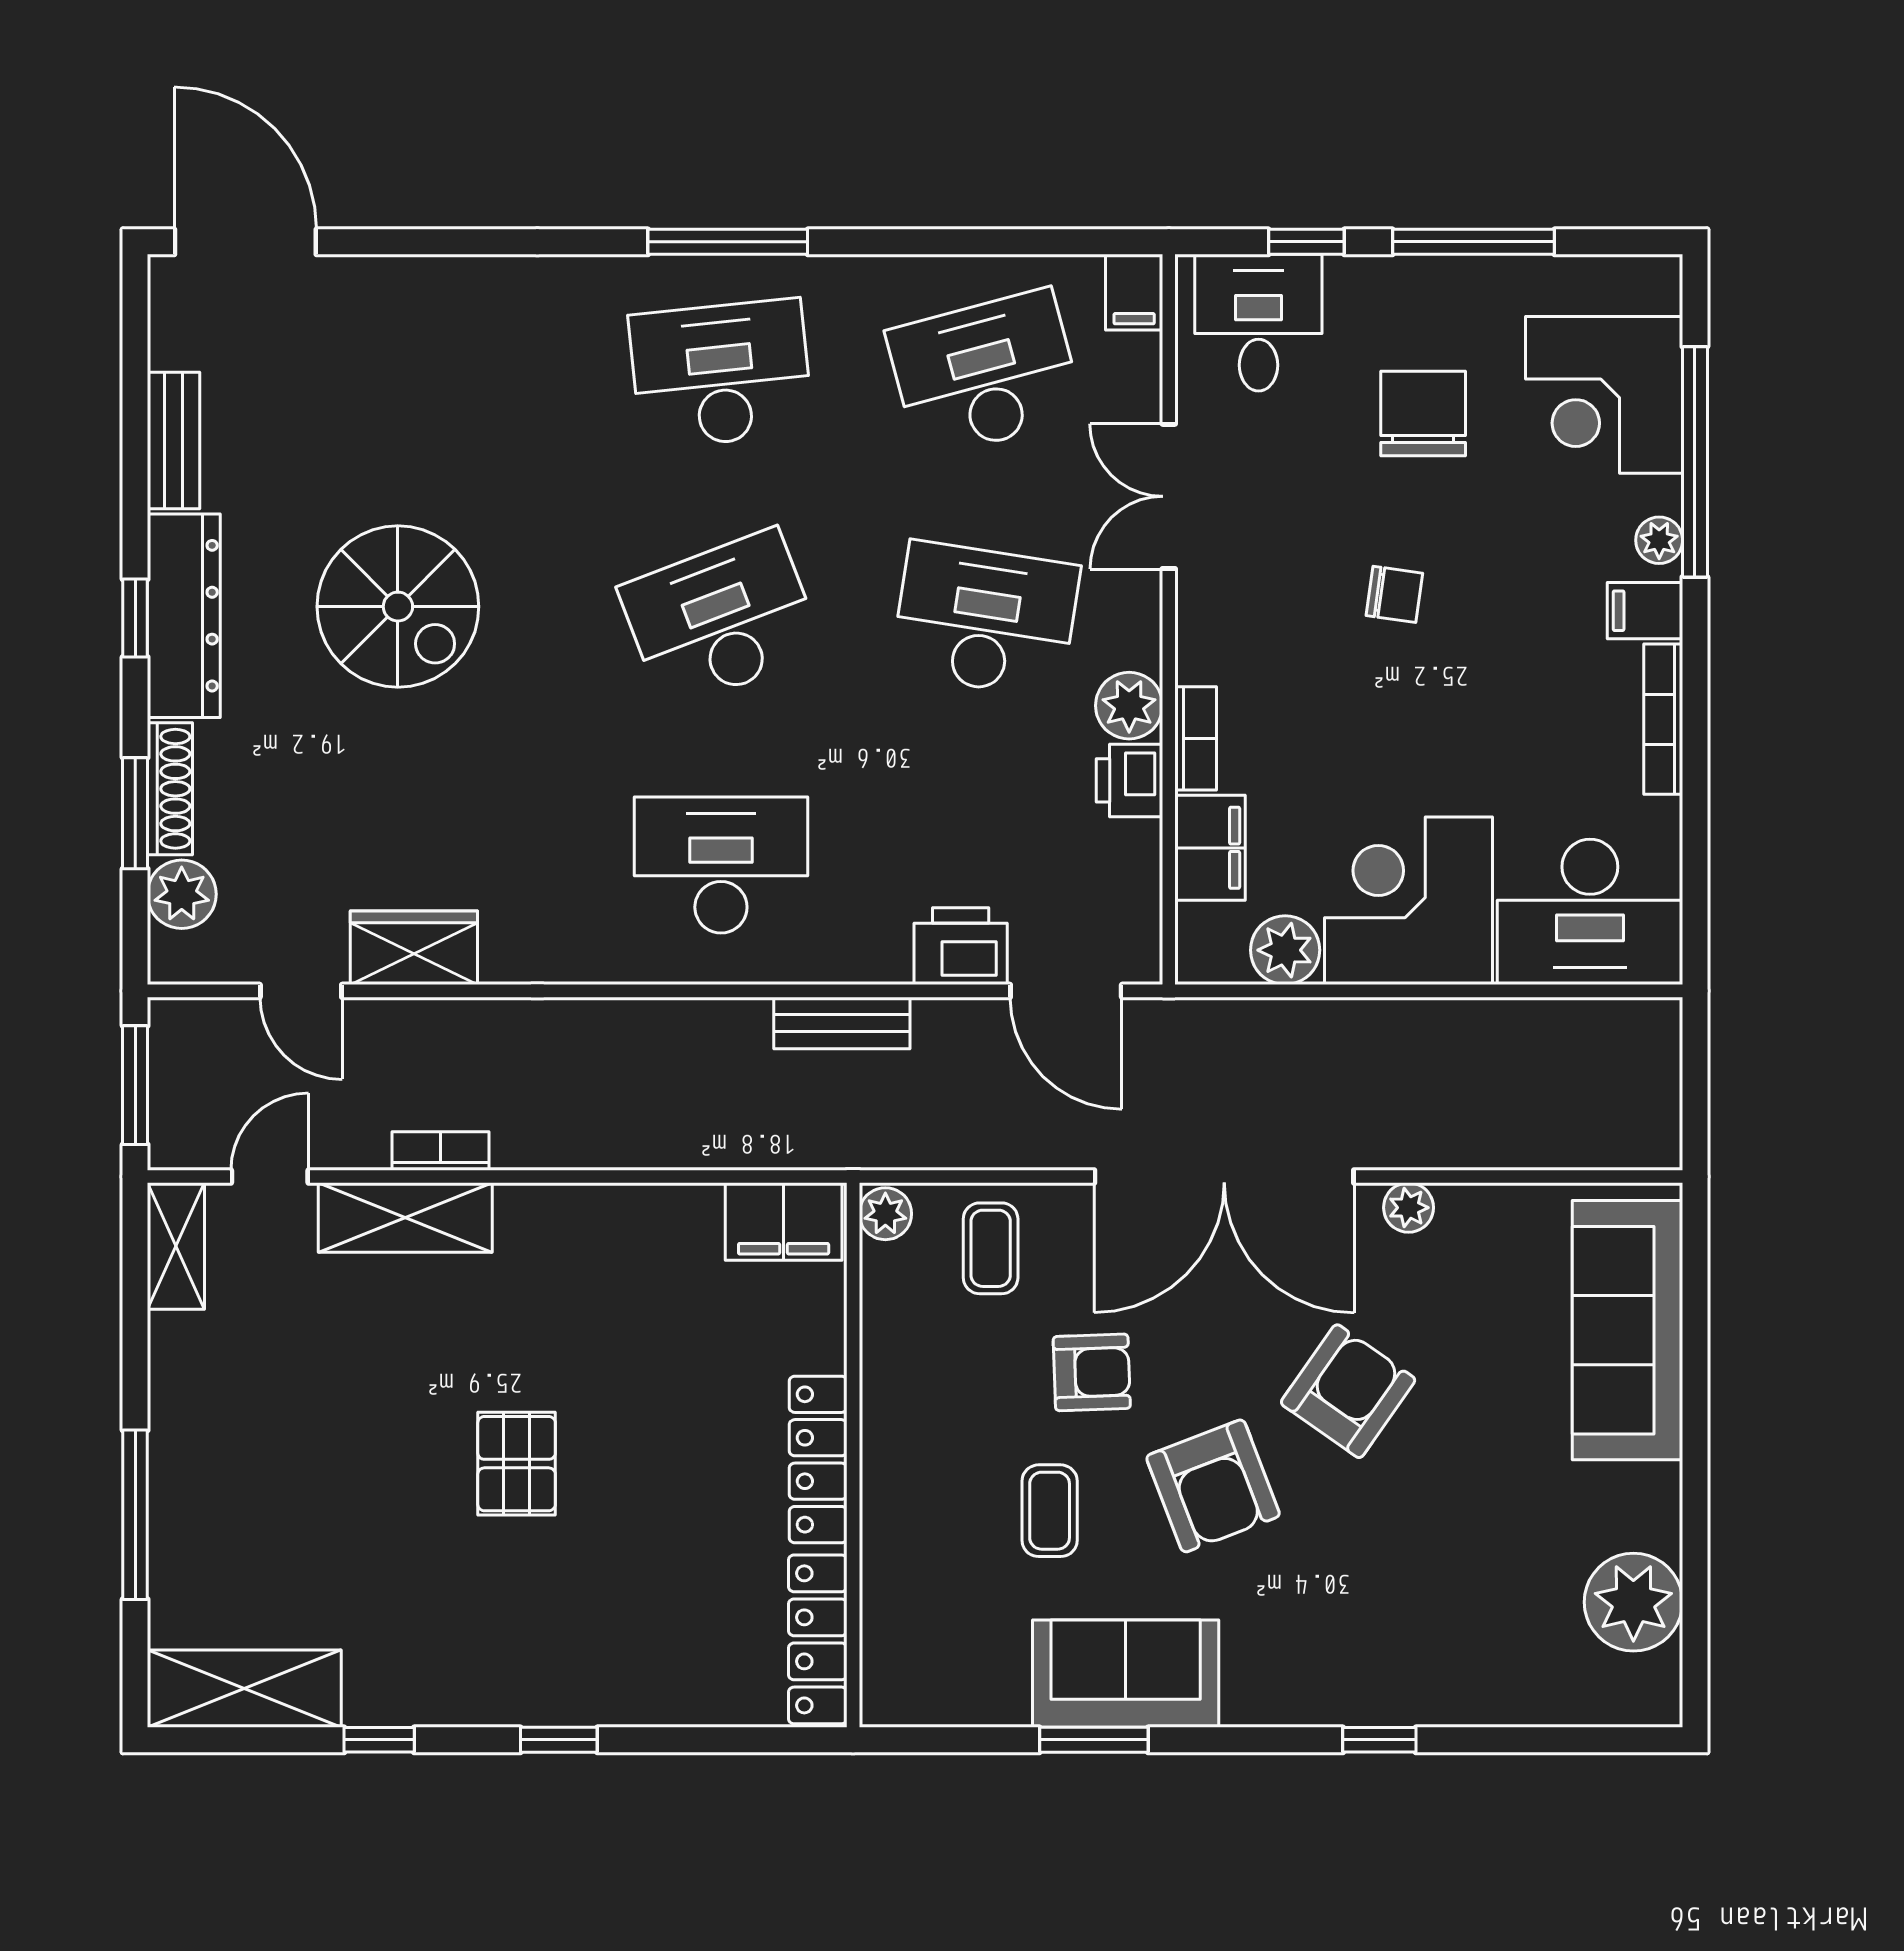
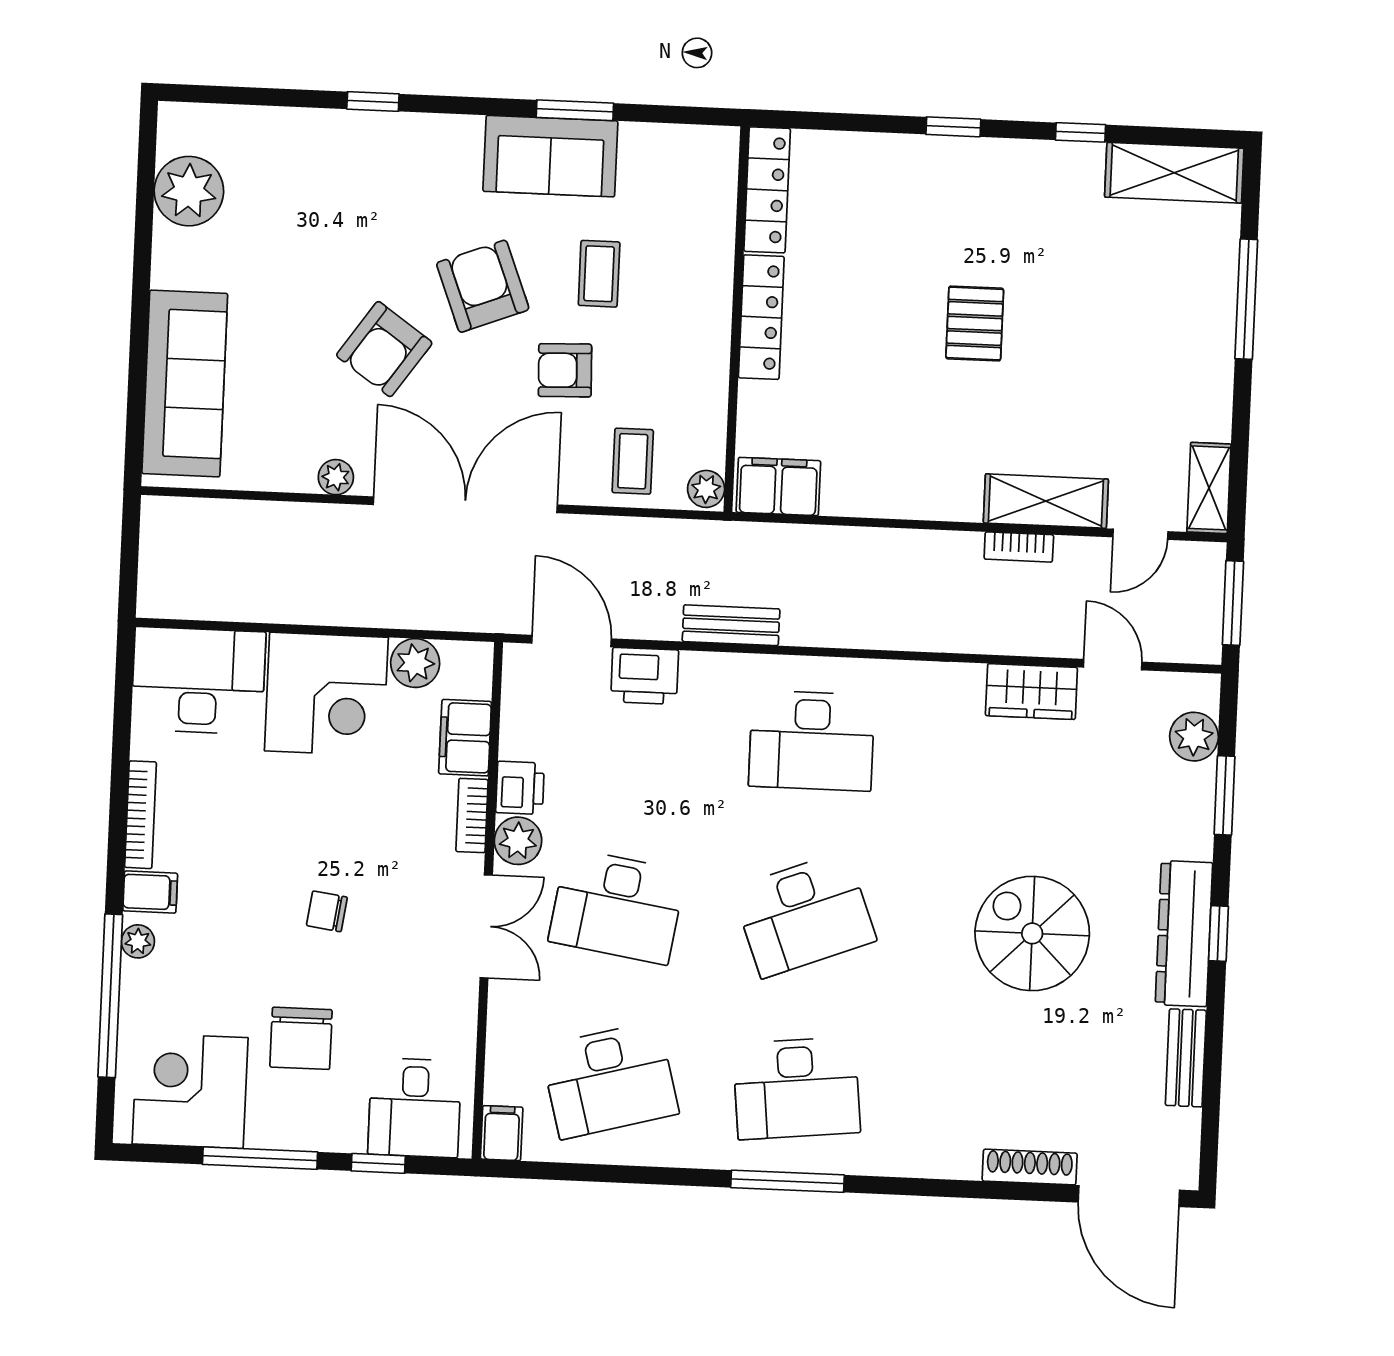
corner desk: (1604, 395) -> (190, 1091), moved, turned -90
double door: (1169, 496) -> (486, 926), moved
shoe rack: (170, 789) -> (1030, 1167), moved, turned 90

